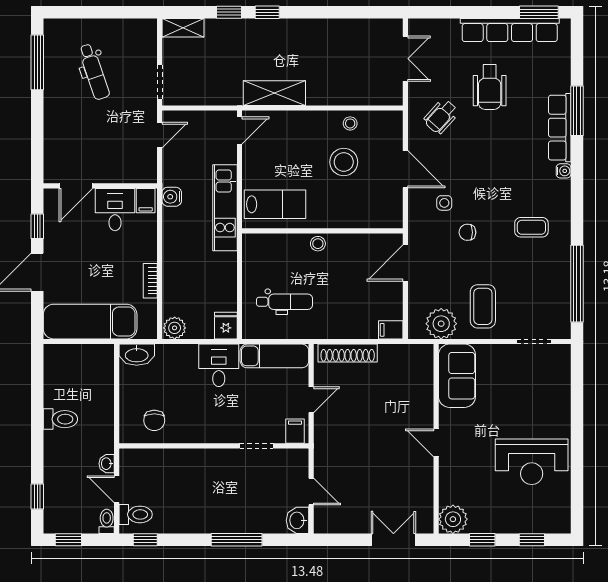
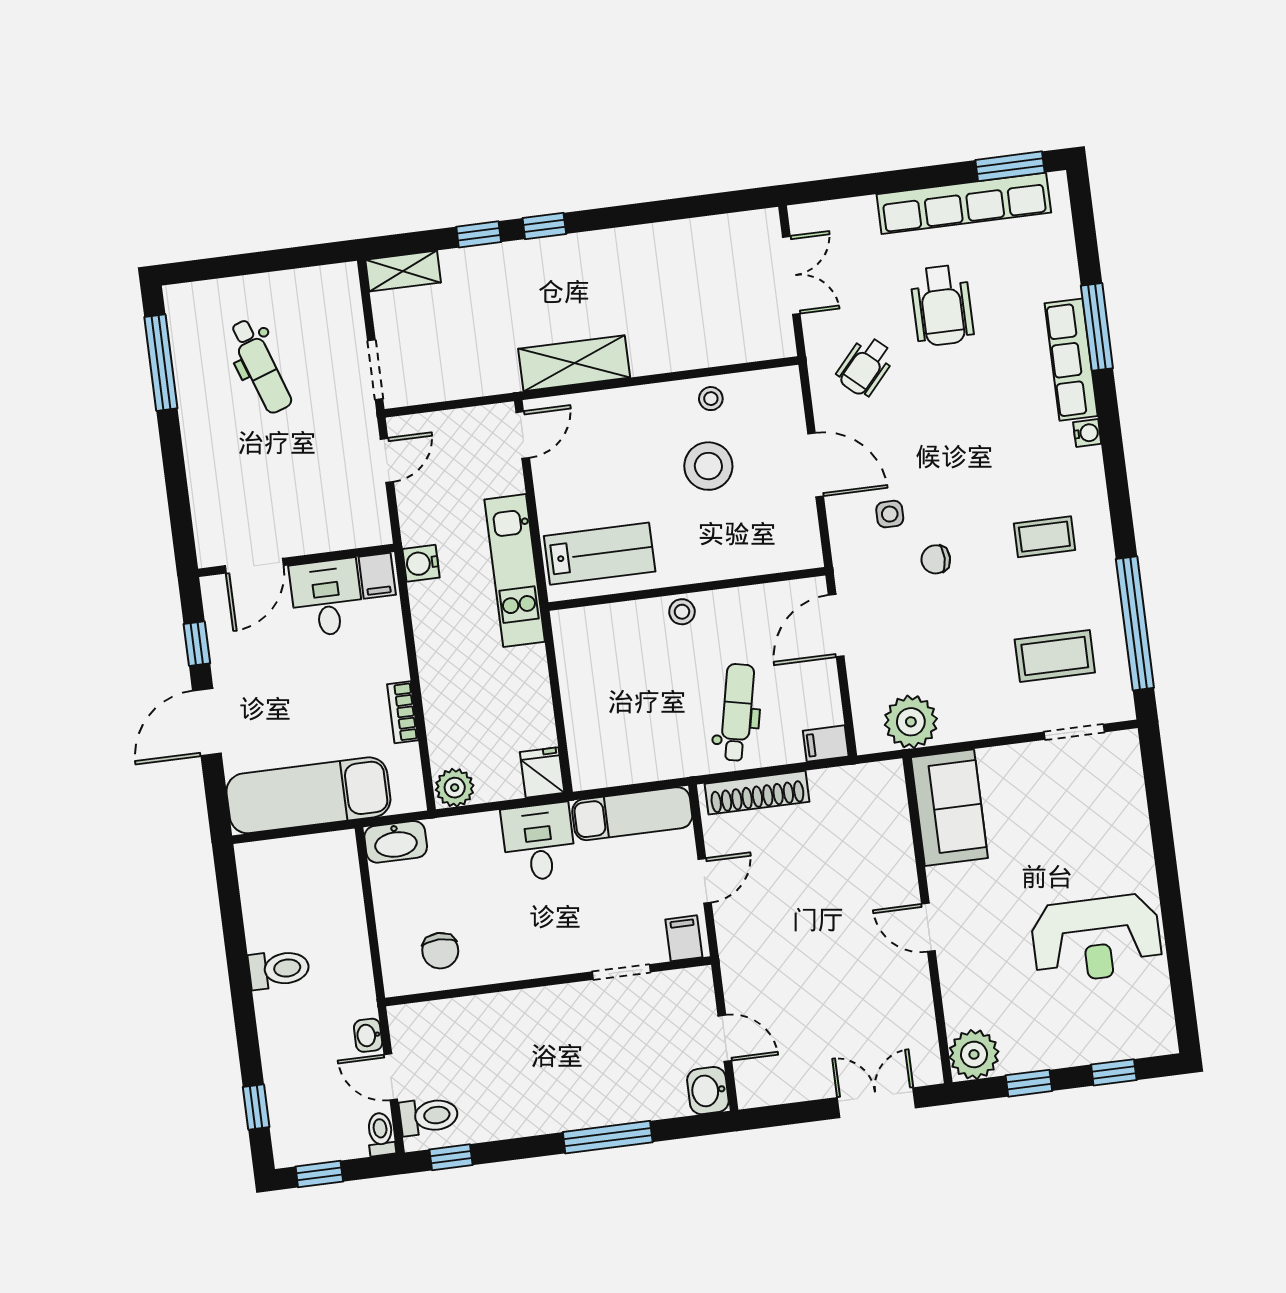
dental chair: (284, 302) -> (737, 712), moved, turned -78
coffee table: (483, 306) -> (1055, 656), moved, turned 90

